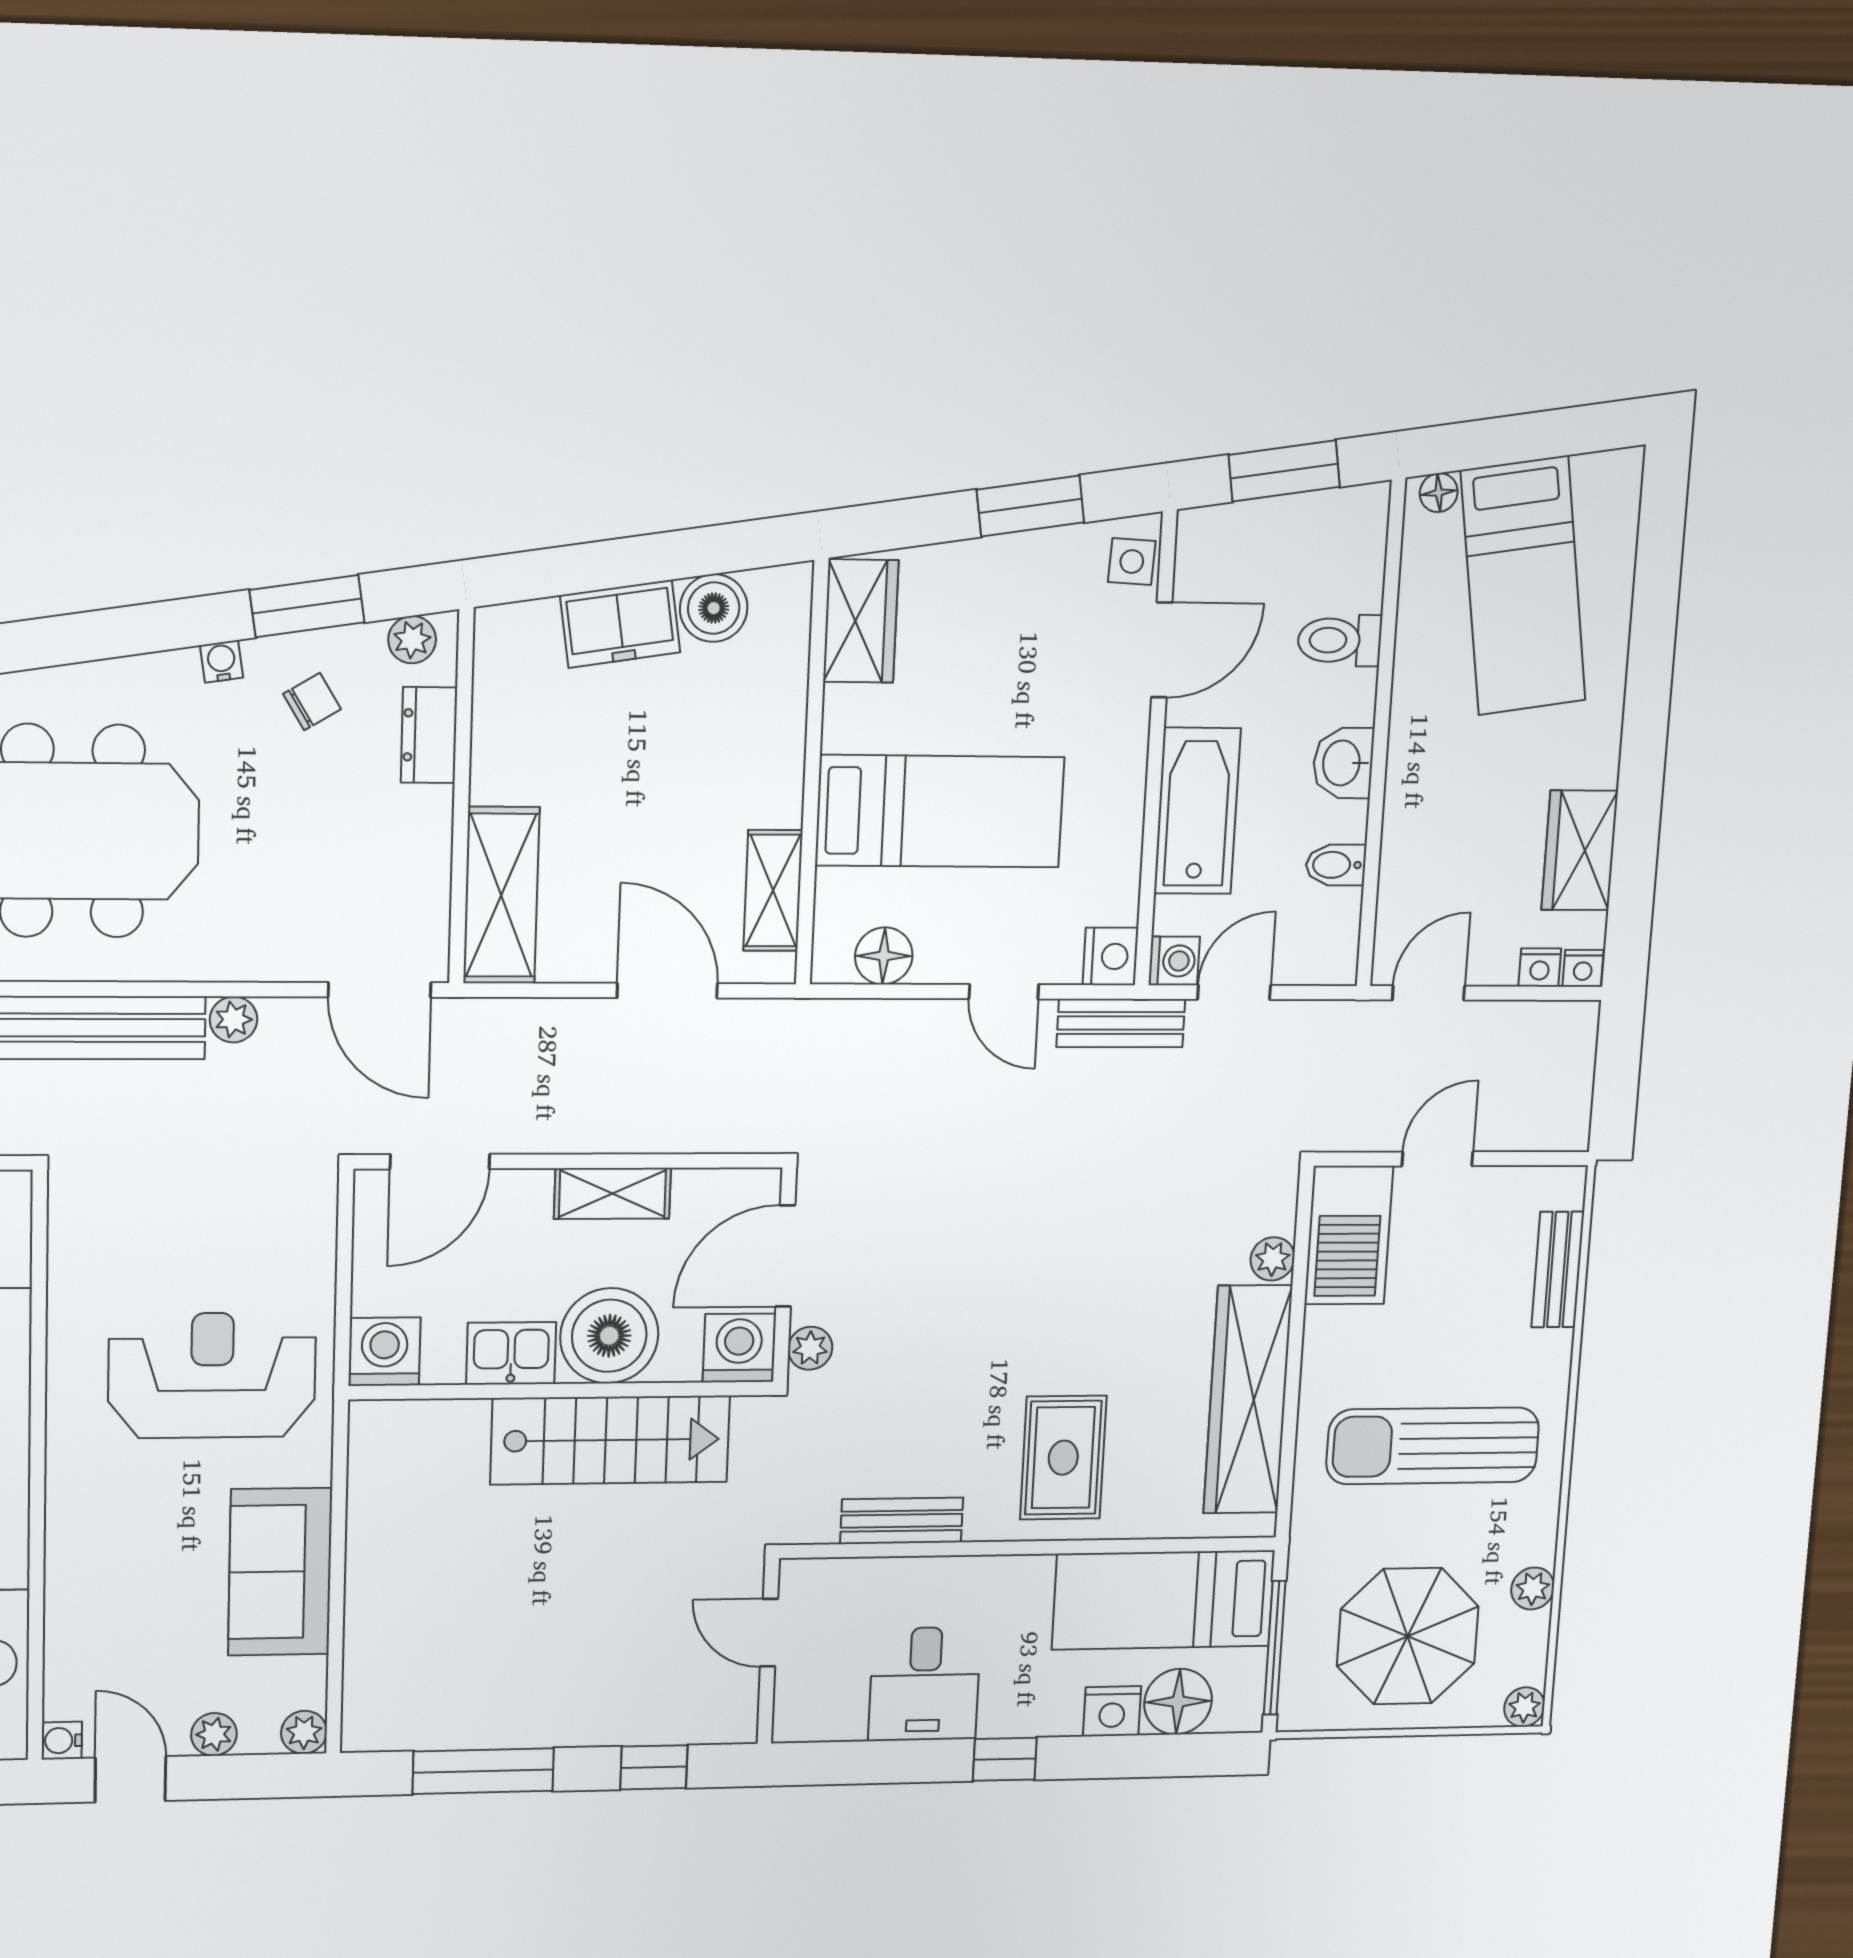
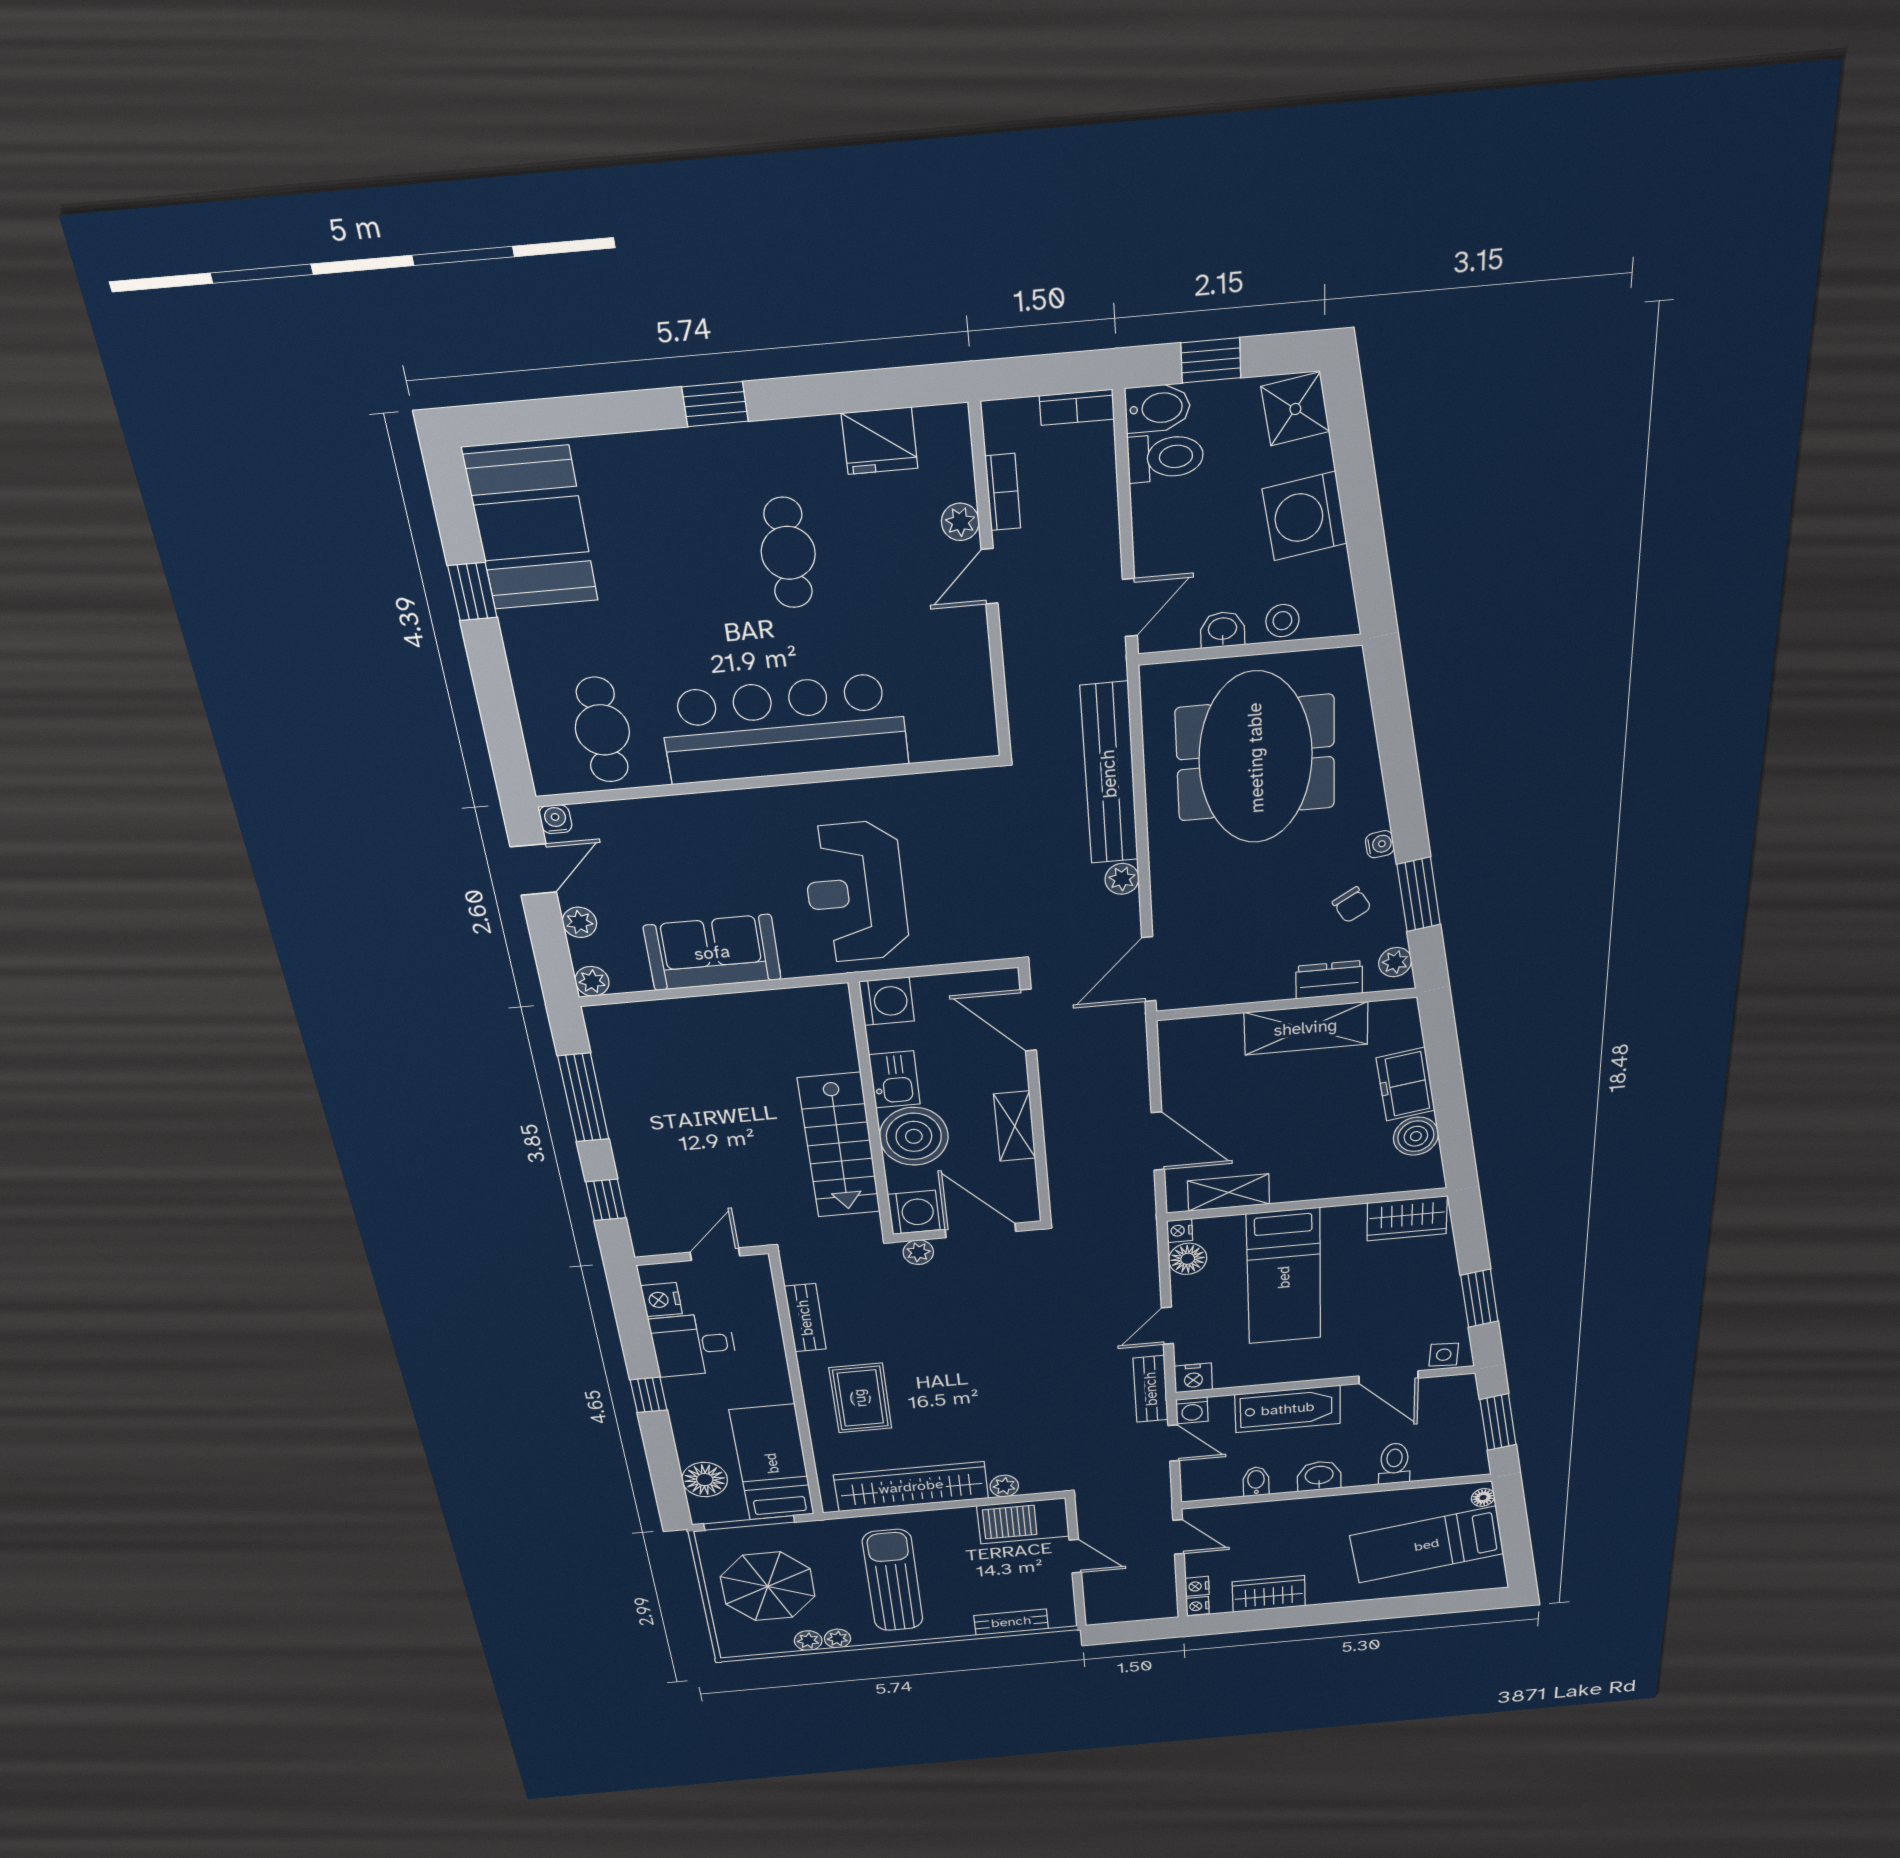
shelving: (501, 895) -> (1306, 1028), moved
nightstand: (830, 966) -> (1180, 1231), added
door: (667, 991) -> (1158, 1141), hinge flipped
reception desk: (212, 1375) -> (856, 892), turned 180
rug: (1063, 1458) -> (860, 1398), turned 90
plant: (1524, 1707) -> (837, 1639), moved
nightstand: (1112, 1711) -> (661, 1300), moved

